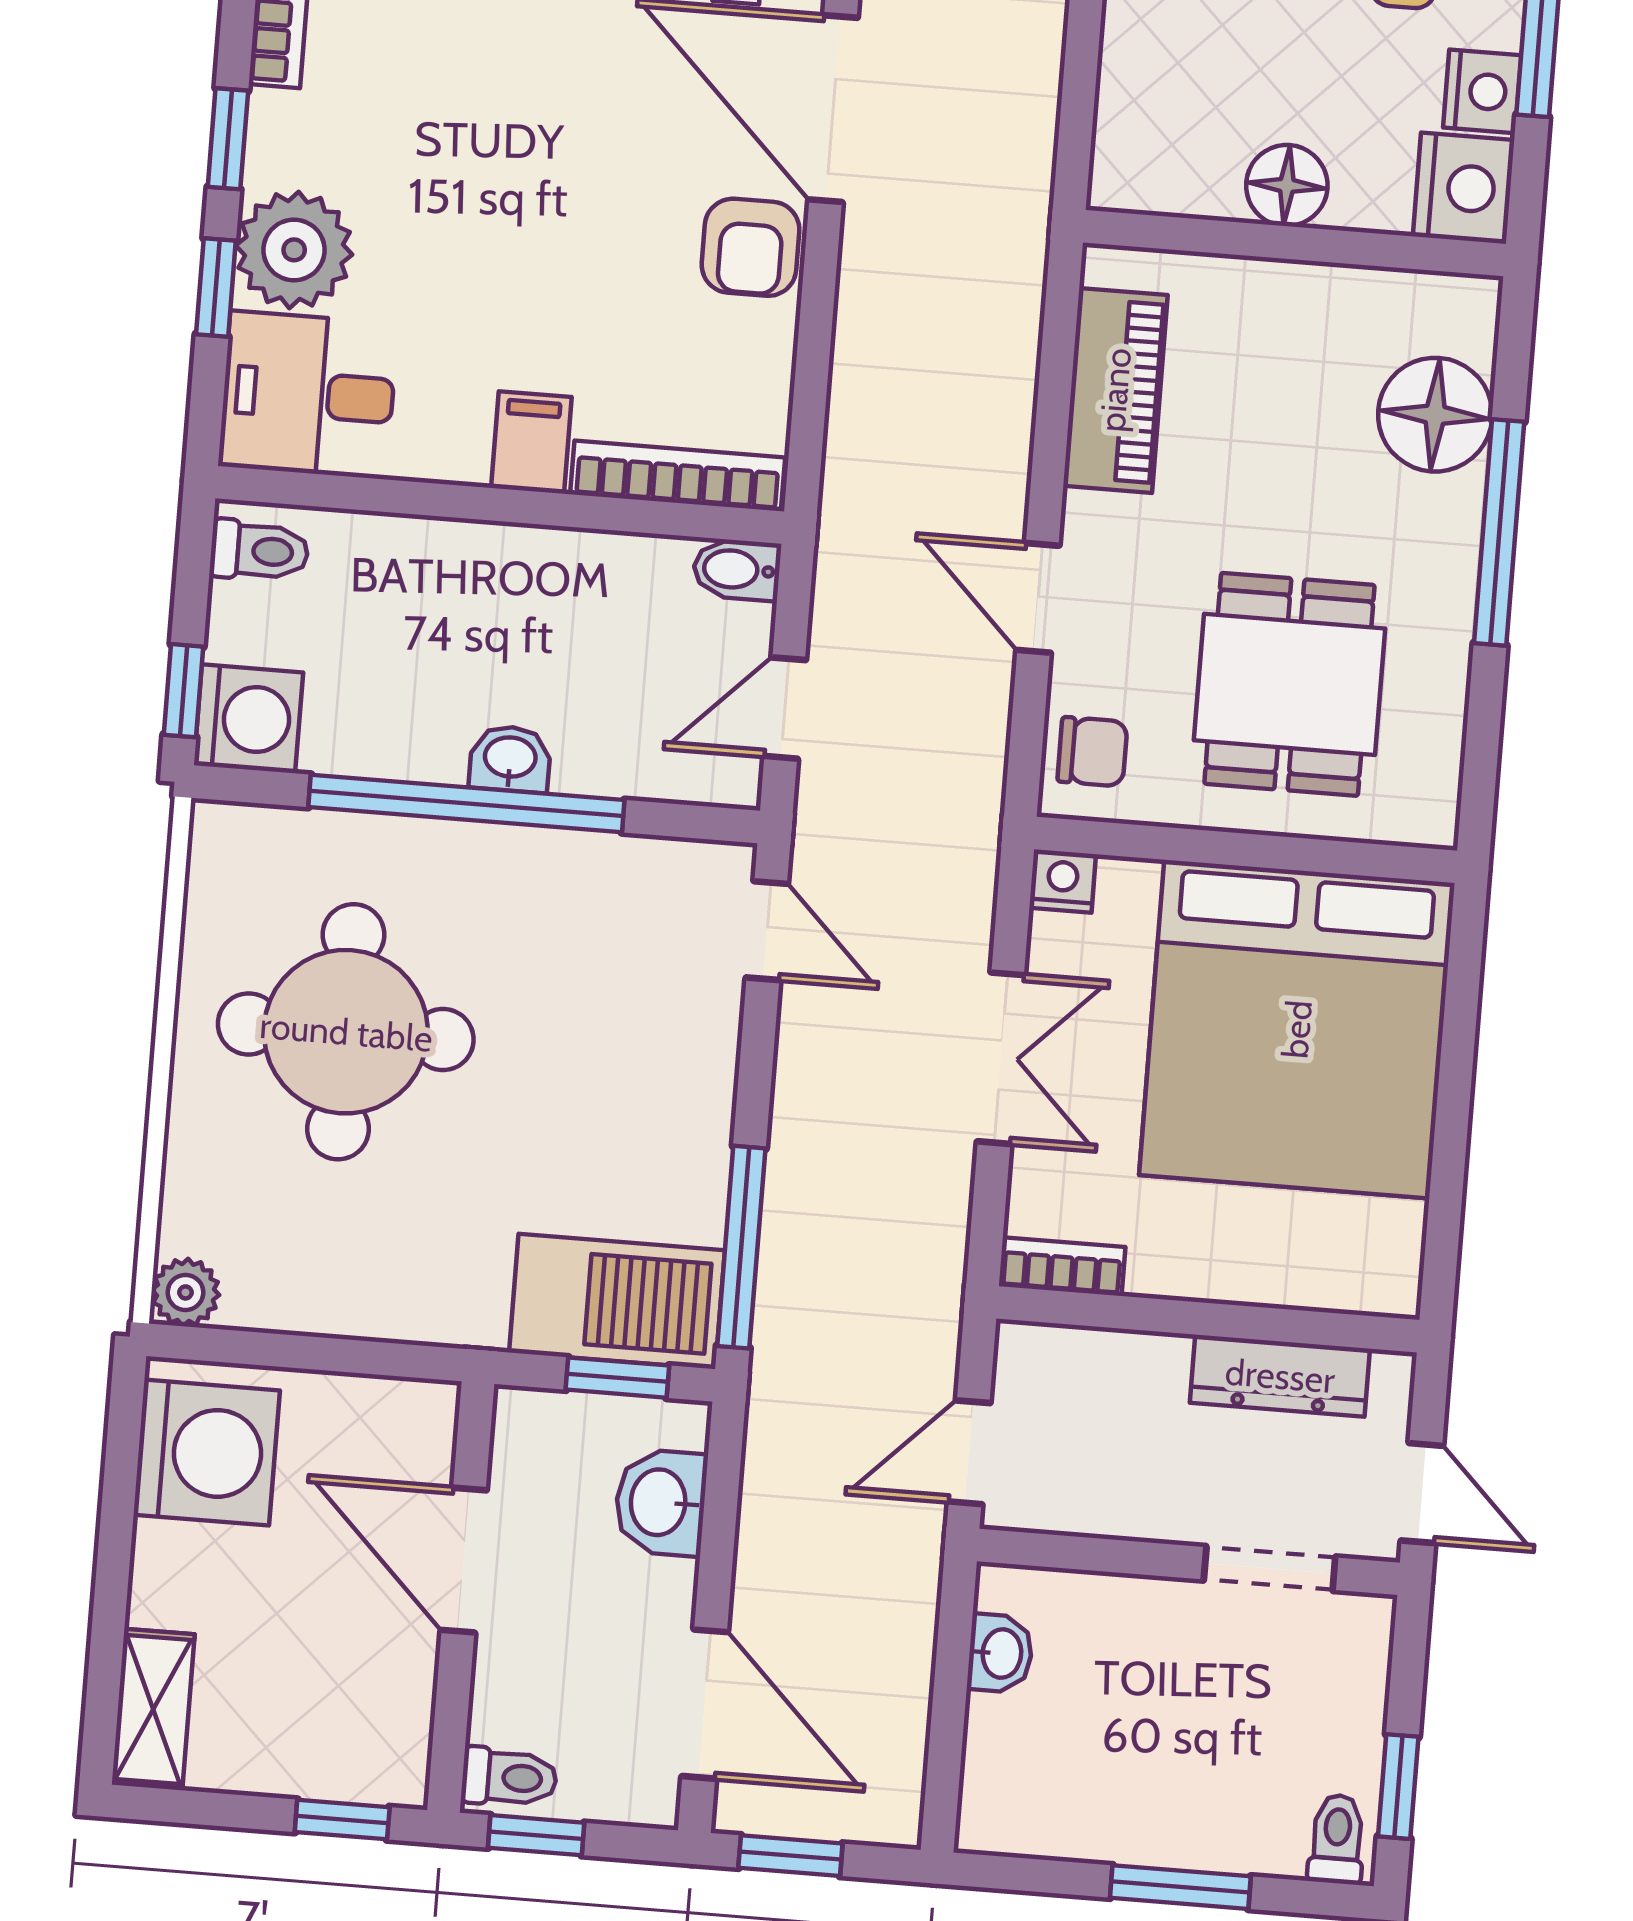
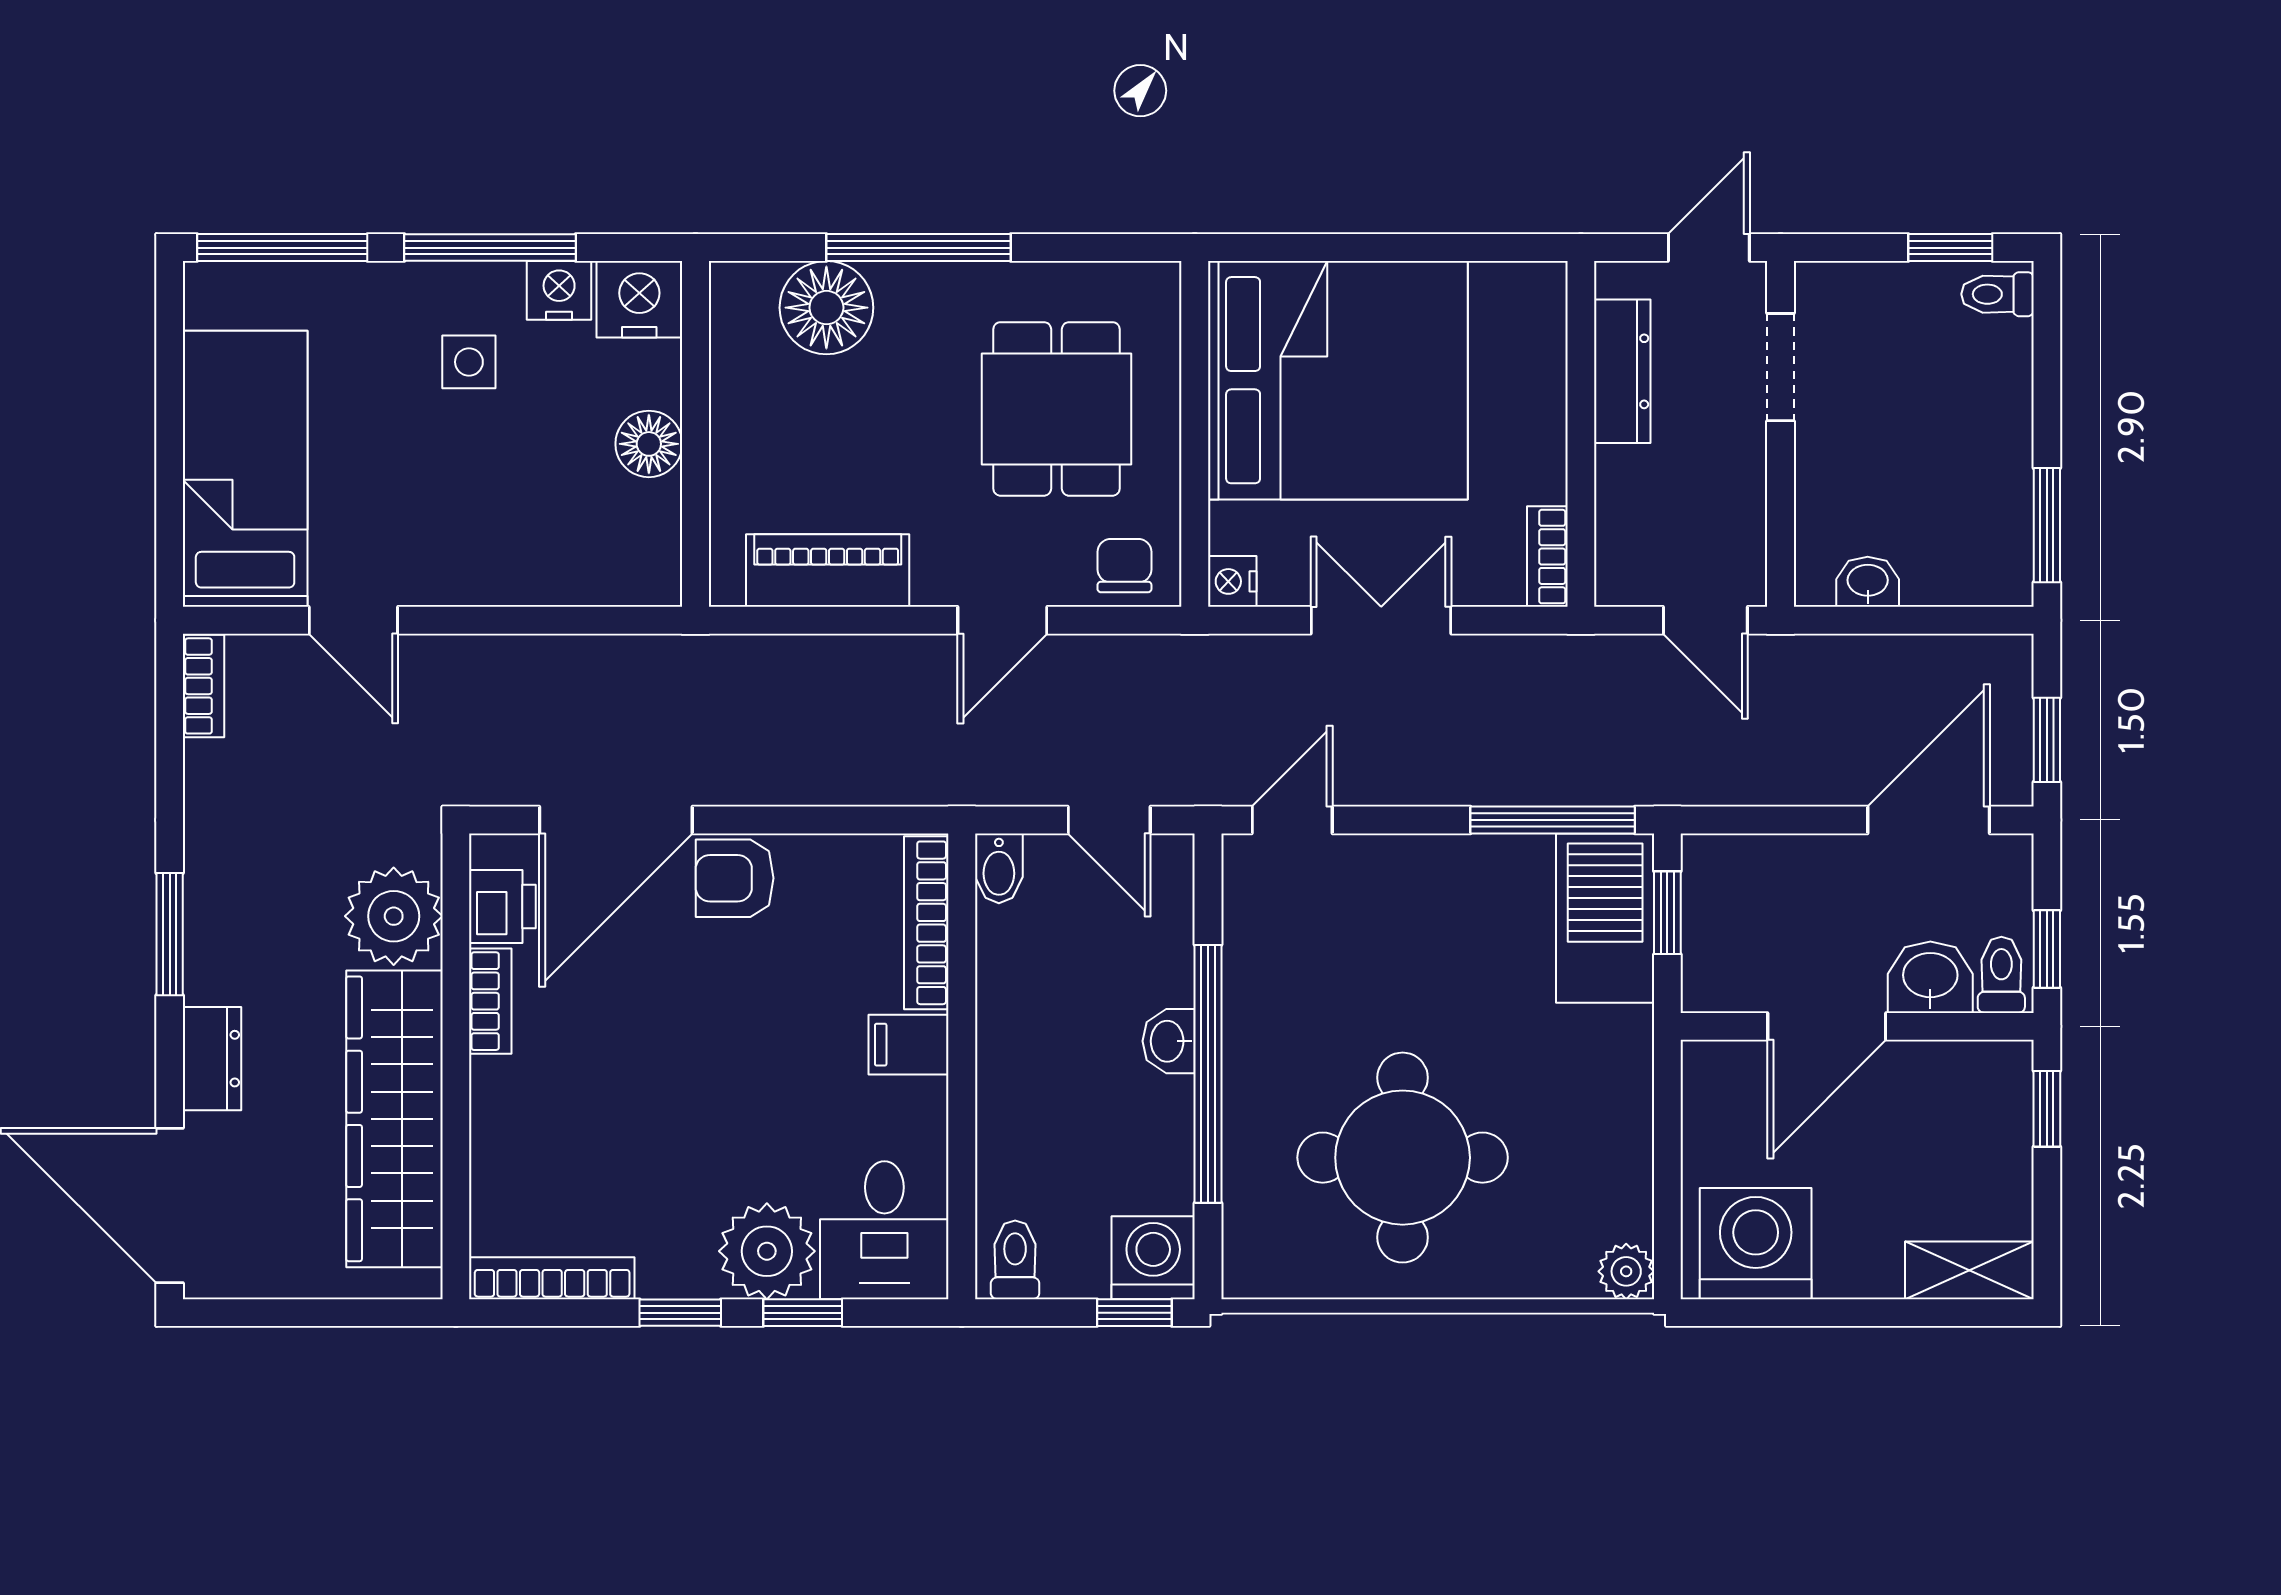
armchair: (751, 247) -> (735, 878), turned 180
dining table: (1289, 684) -> (1056, 409), turned 90
washbasin: (661, 1502) -> (1930, 977), moved, turned 180
window: (1180, 1887) -> (2047, 525), moved

